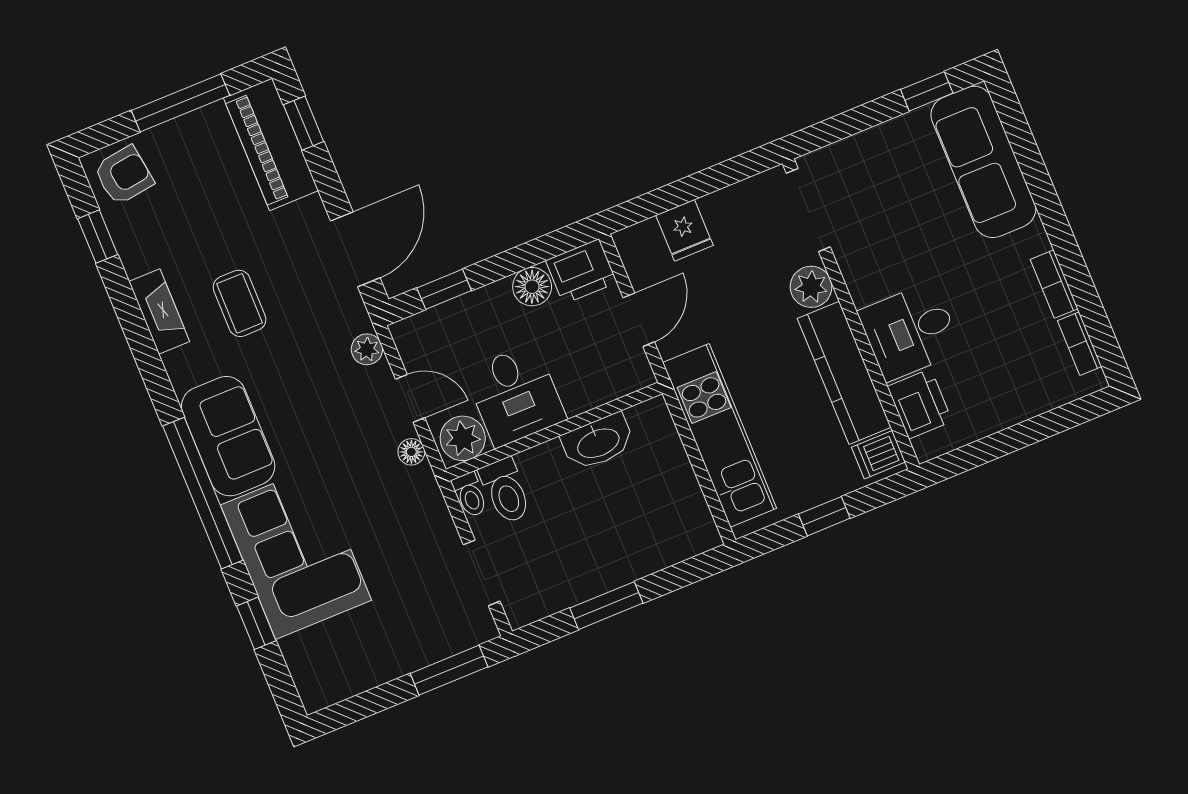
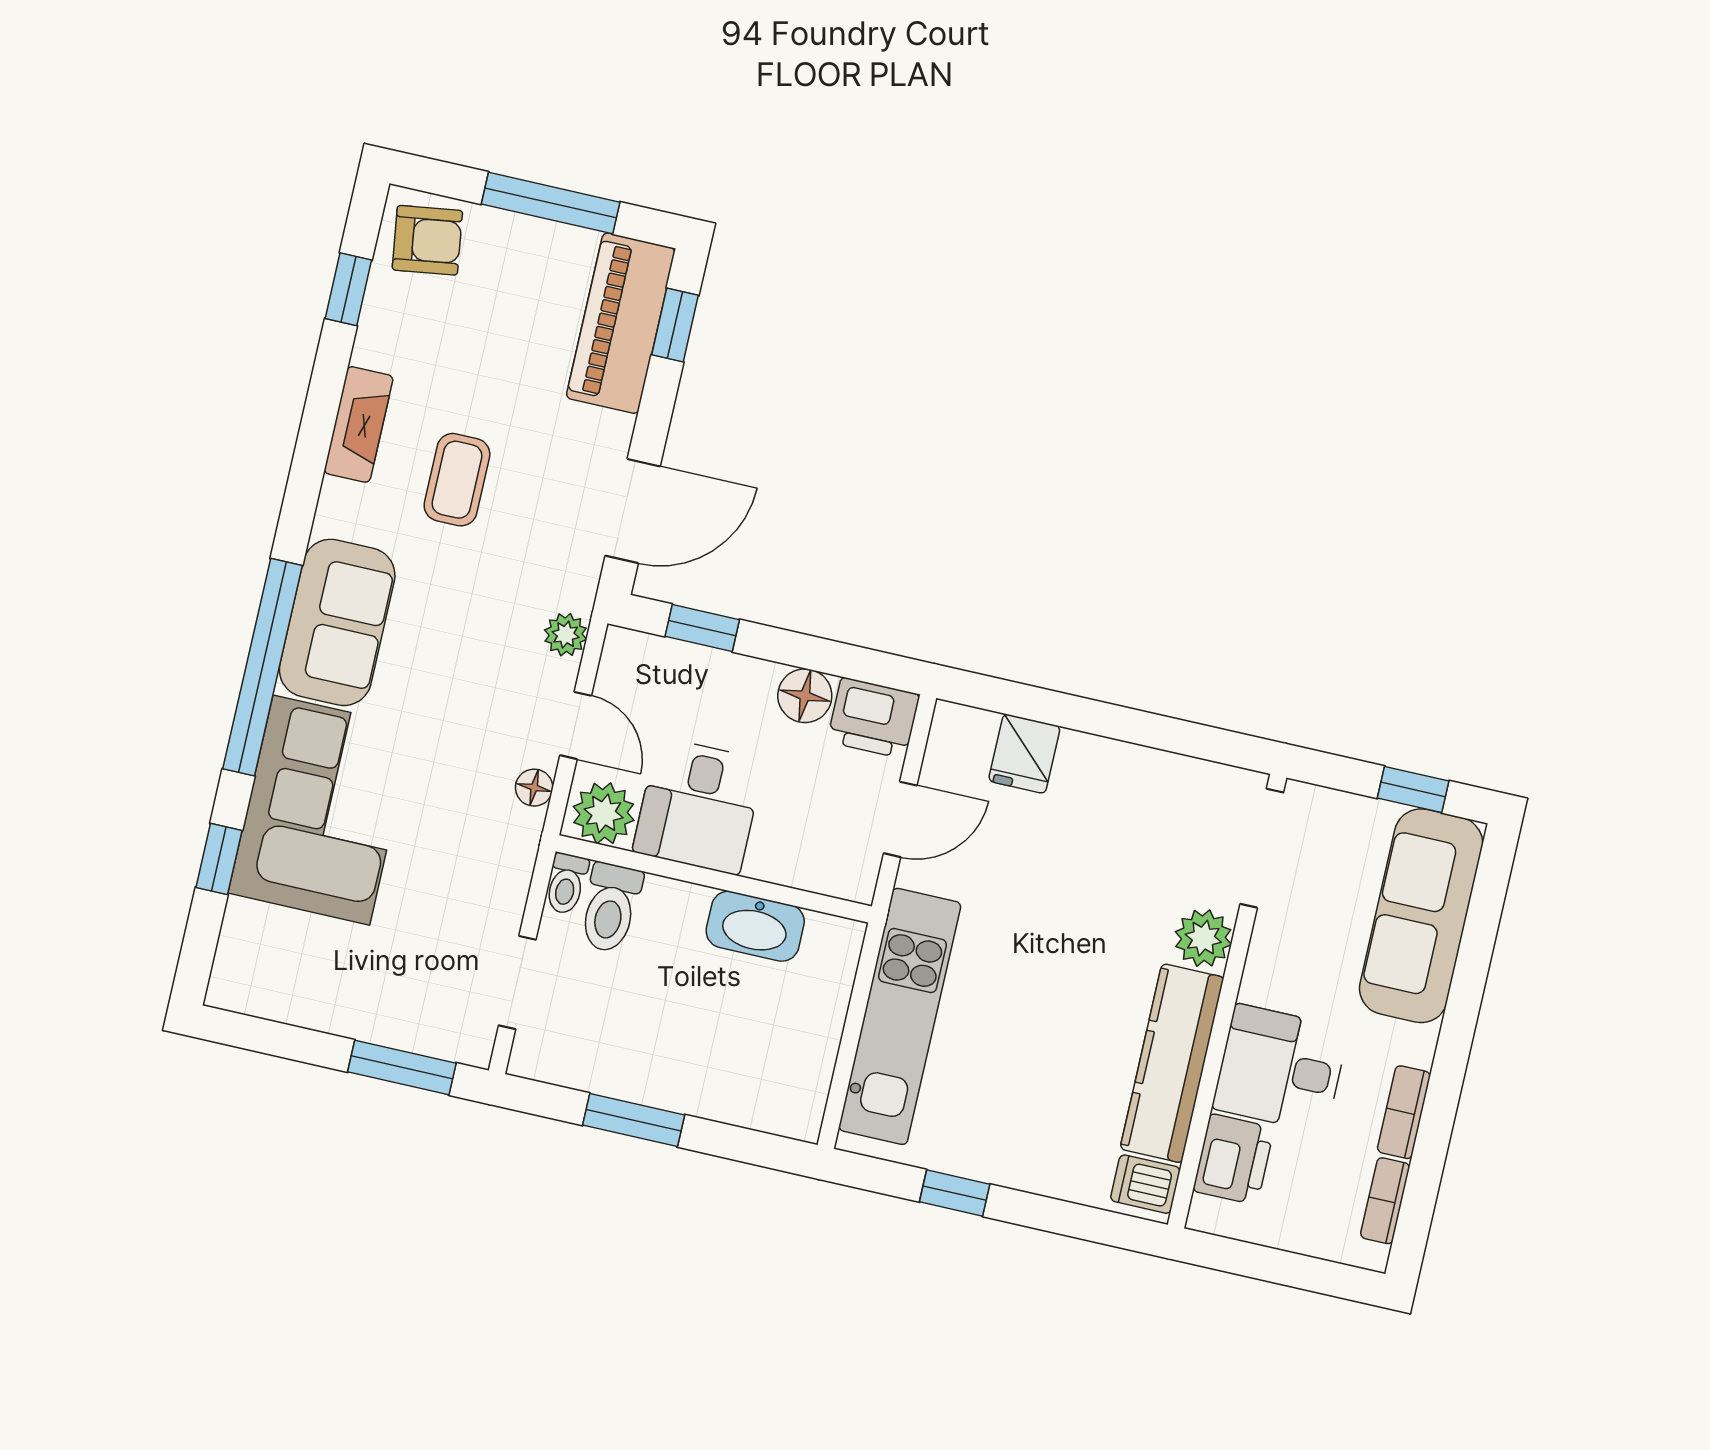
doorway: (808, 210) -> (1262, 848), moved
plant: (811, 287) -> (1203, 938), moved
wall: (851, 314) -> (1227, 1001), moved
desk: (910, 331) -> (1280, 1068), moved
kitchen counter: (844, 373) -> (1172, 1063), moved
printer: (920, 404) -> (1233, 1159), moved
dishwasher: (878, 455) -> (1145, 1184), moved

